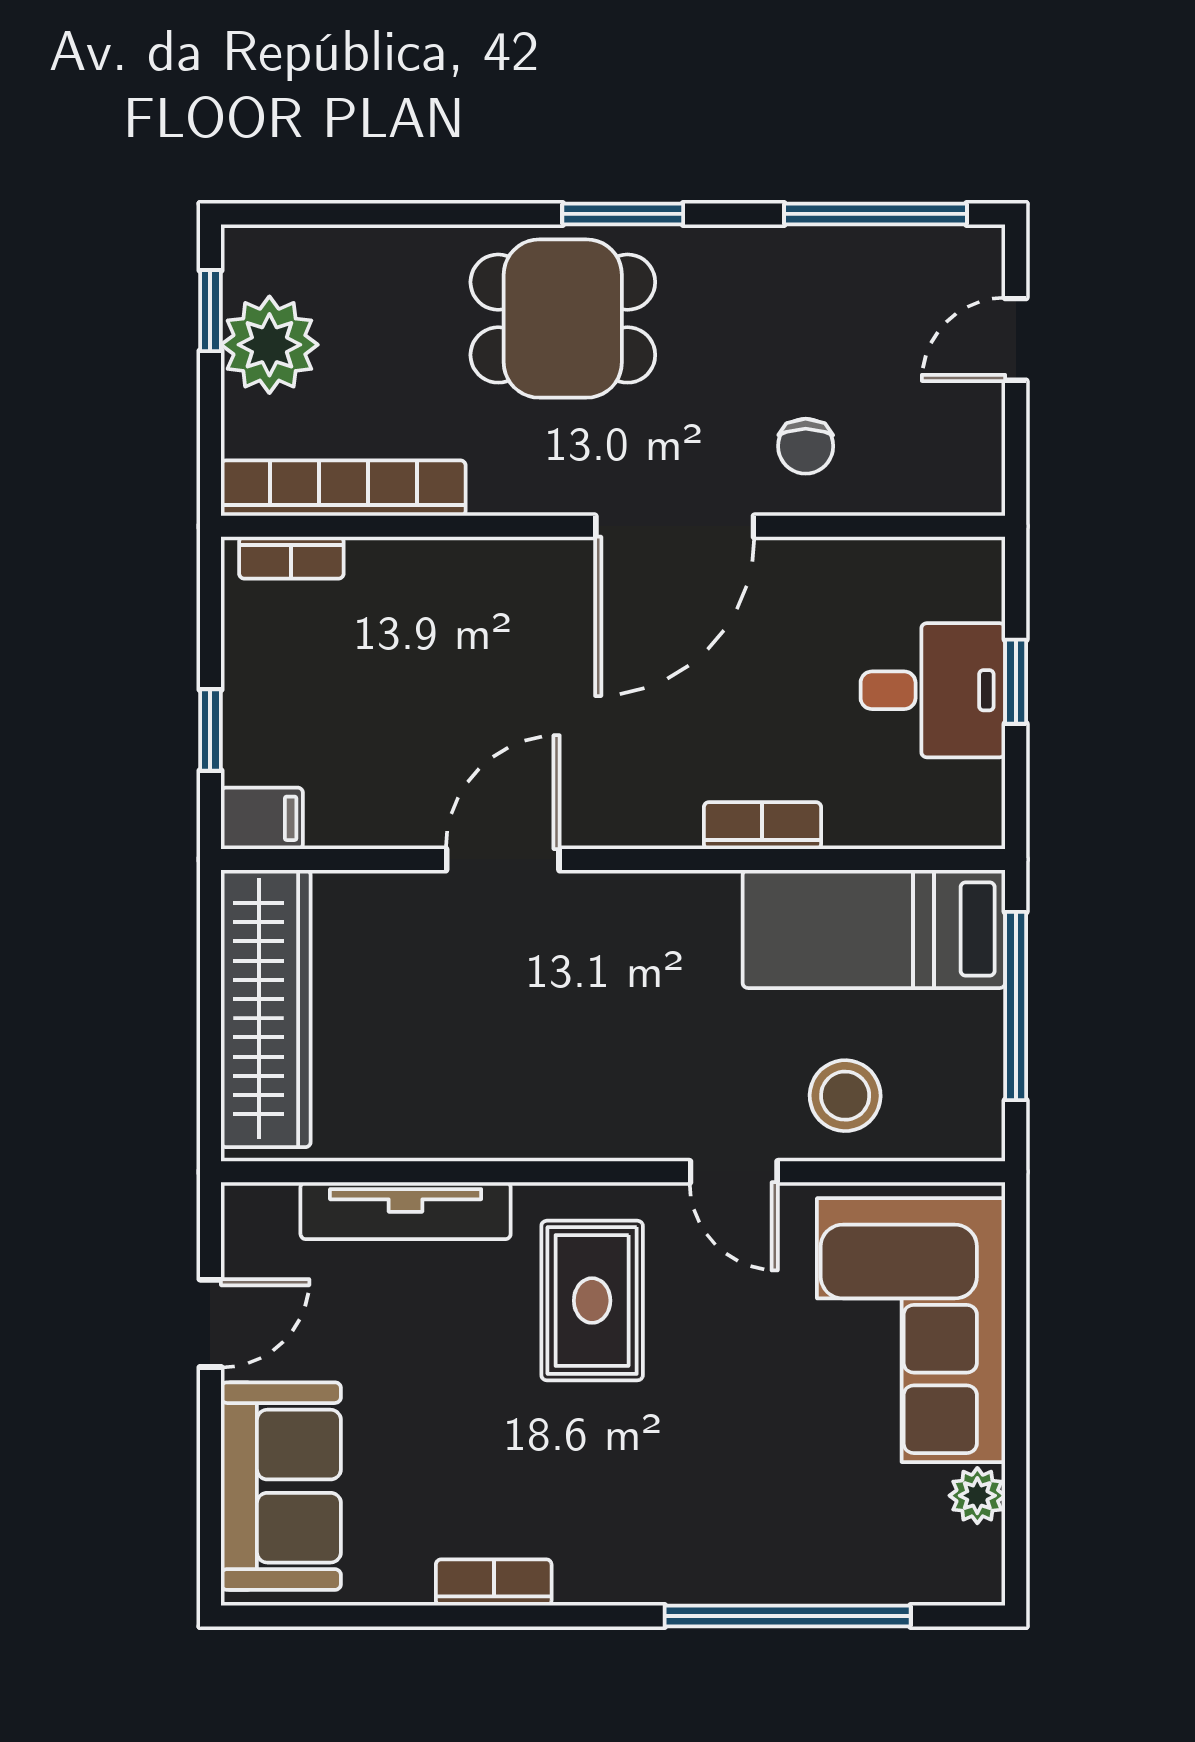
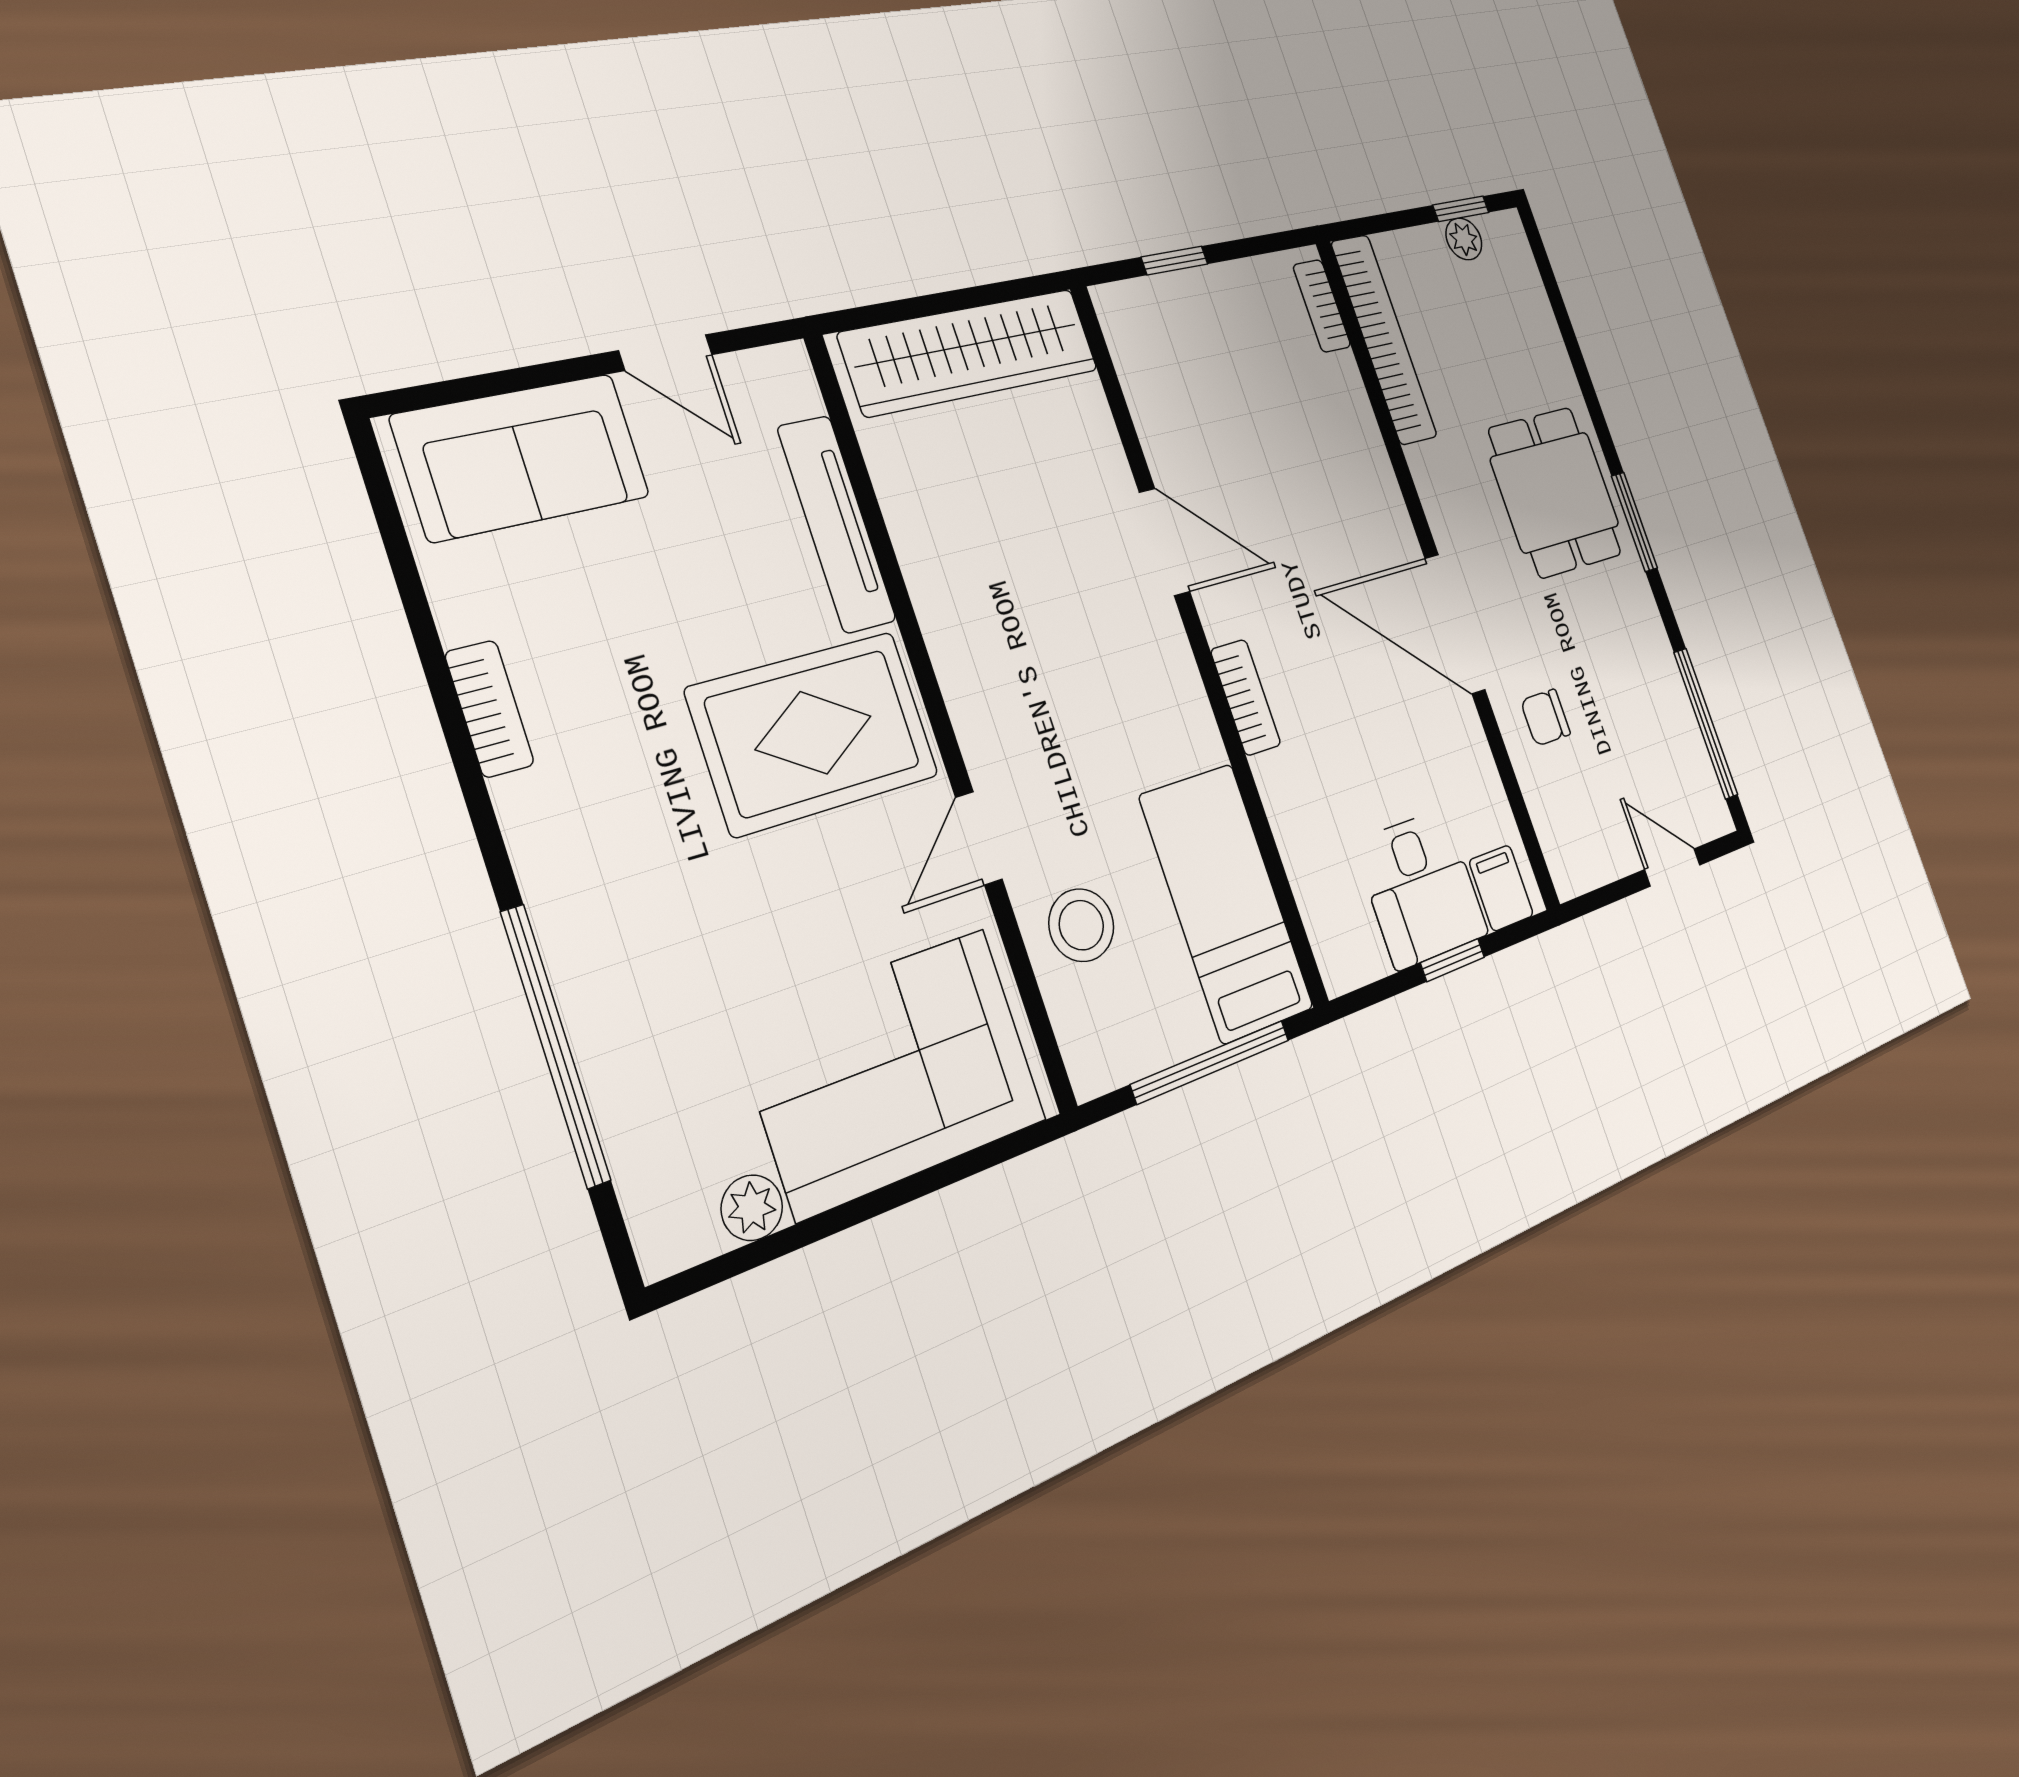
plant: (269, 345) -> (1464, 239), width x0.53, depth x0.53
filing cabinet: (262, 818) -> (1501, 888), moved, turned 180
bookcase: (762, 826) -> (1246, 697), moved
rug: (592, 1301) -> (814, 733), width x1.36, depth x1.43

